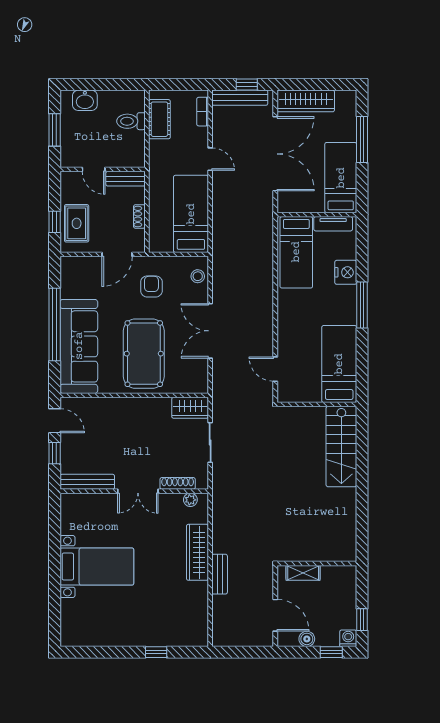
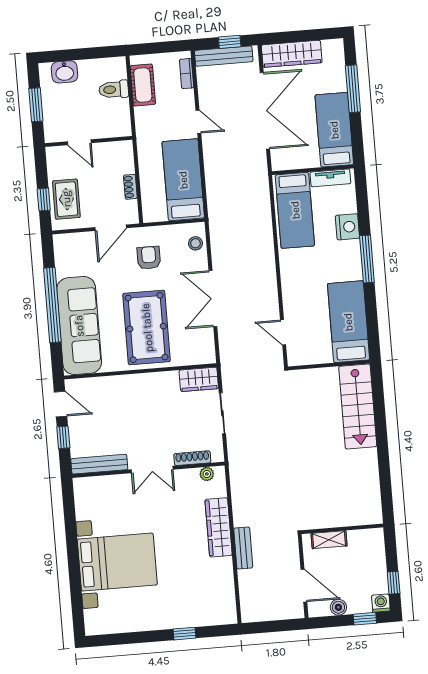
bench: (125, 179) -> (113, 149), removed
bed with nightstands: (97, 567) -> (117, 562), width x1.36

